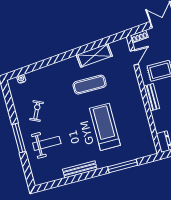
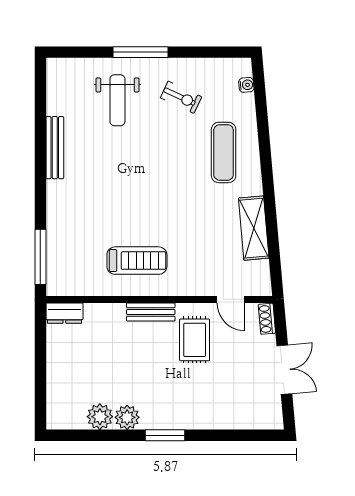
exercise mat: (90, 85) -> (224, 152), moved
treadmill: (105, 127) -> (137, 261), moved, width x0.73, depth x0.73
window: (123, 166) -> (40, 257), moved

